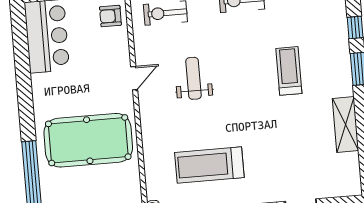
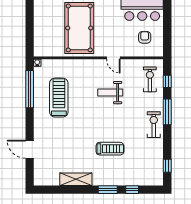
armchair: (110, 16) -> (145, 37), moved
weight bench: (193, 78) -> (110, 93), turned 180

